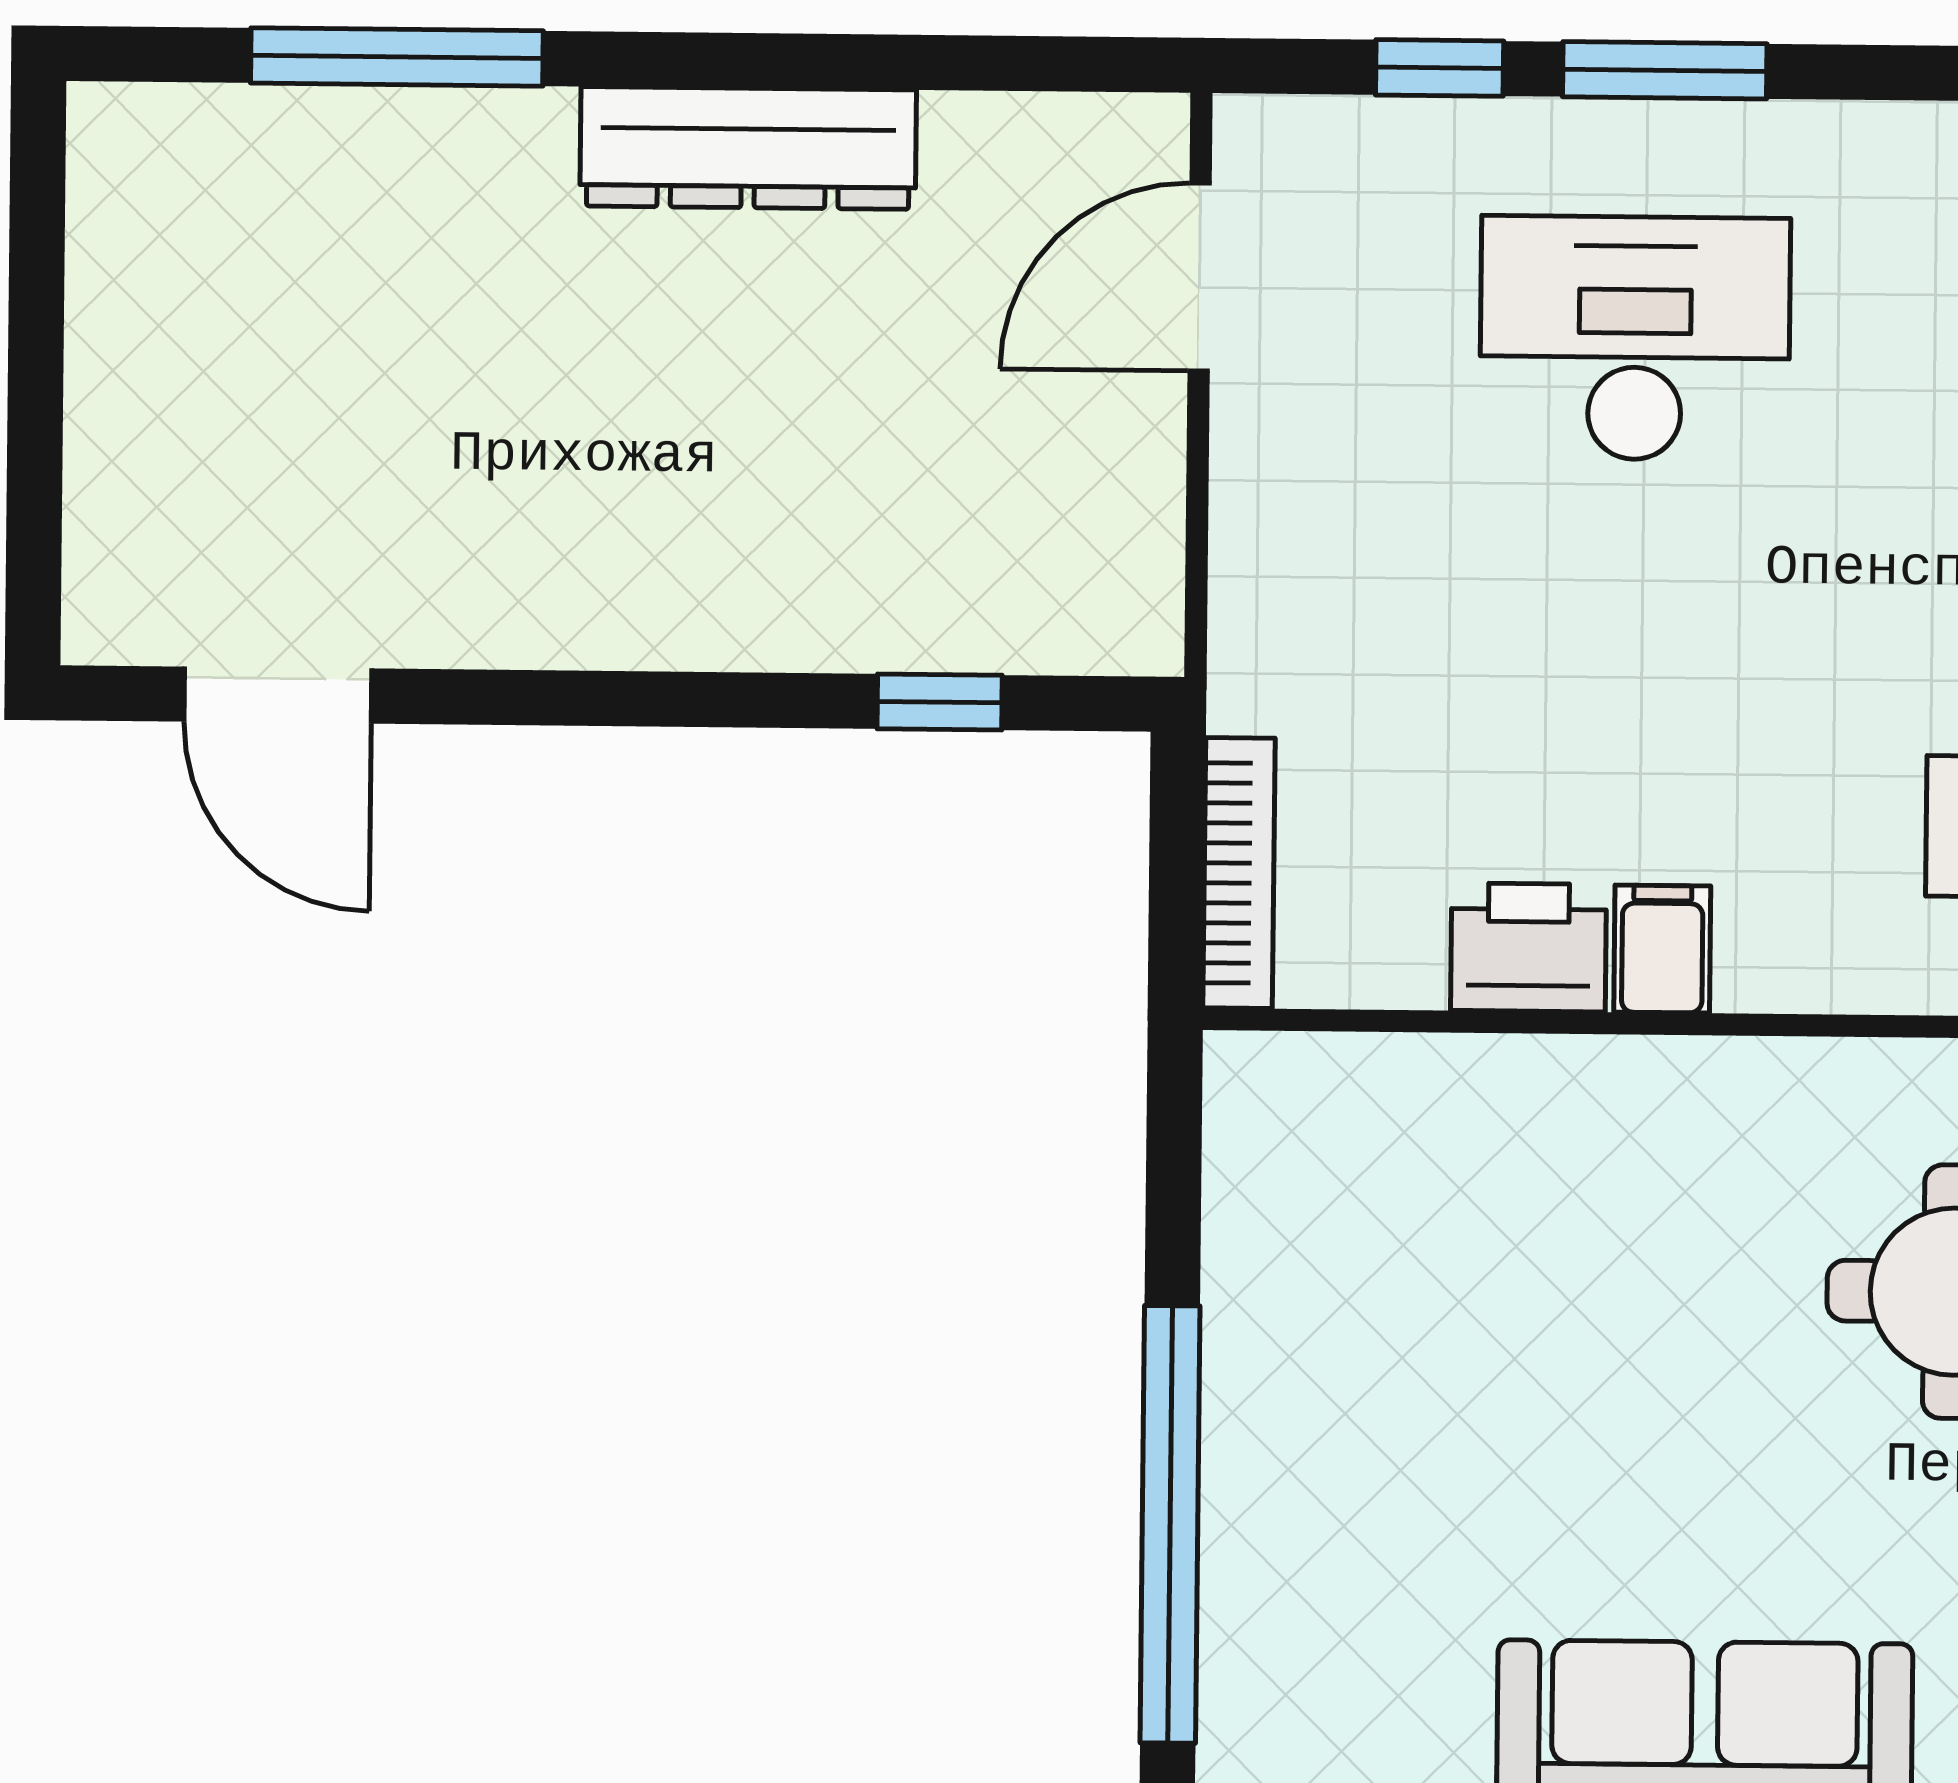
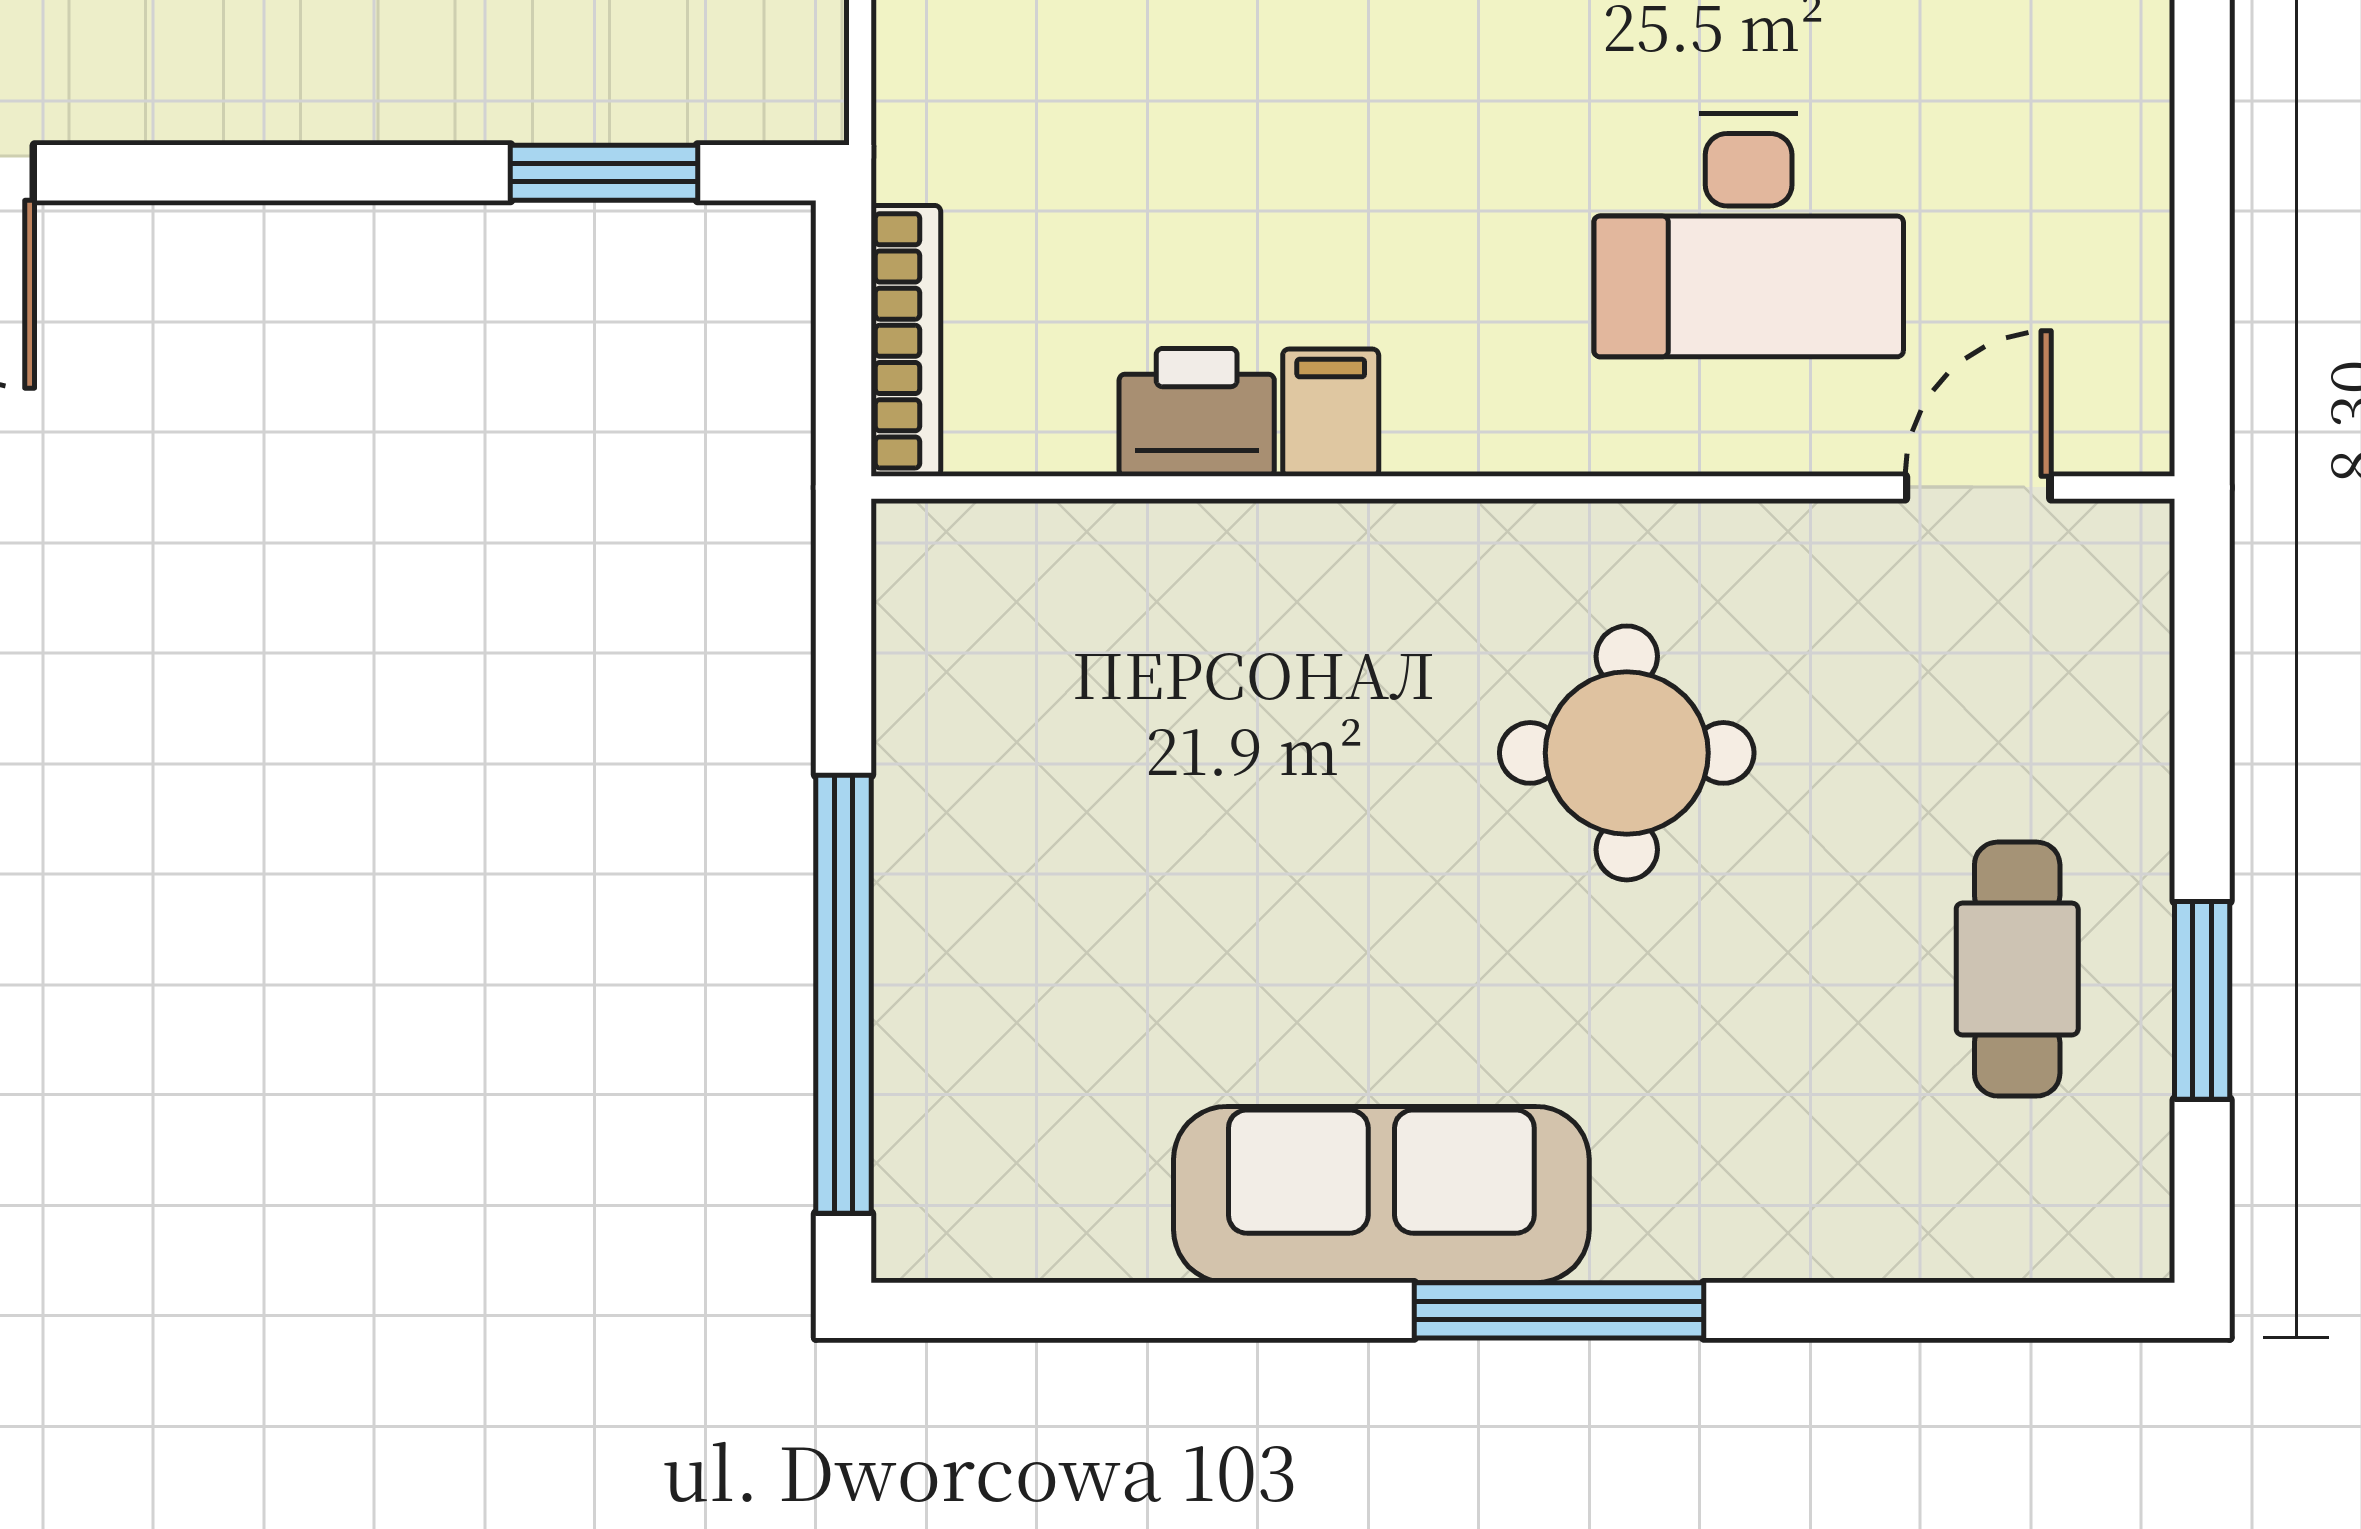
window: (940, 702) -> (604, 173), width x1.50

